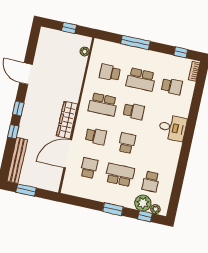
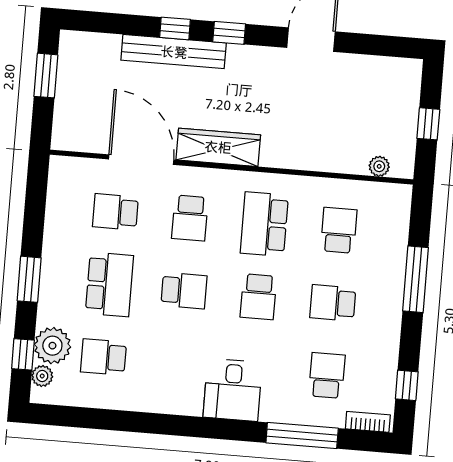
school desk: (141, 79) -> (333, 303), width x0.54
school desk: (172, 86) -> (327, 375), turned 180
window: (196, 101) -> (302, 436), added
bench: (17, 160) -> (174, 52), moved
school desk: (89, 168) -> (115, 212), turned 180

